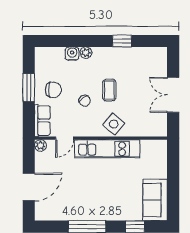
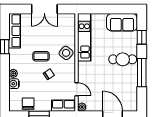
row of seats: (144, 54) -> (15, 31), added
chair: (53, 90) -> (28, 104), moved
kitchen unit: (107, 149) -> (84, 37), moved
cafe table: (105, 201) -> (123, 59), added

